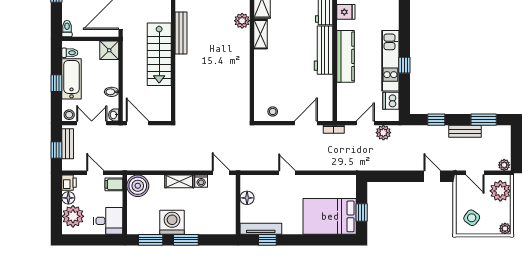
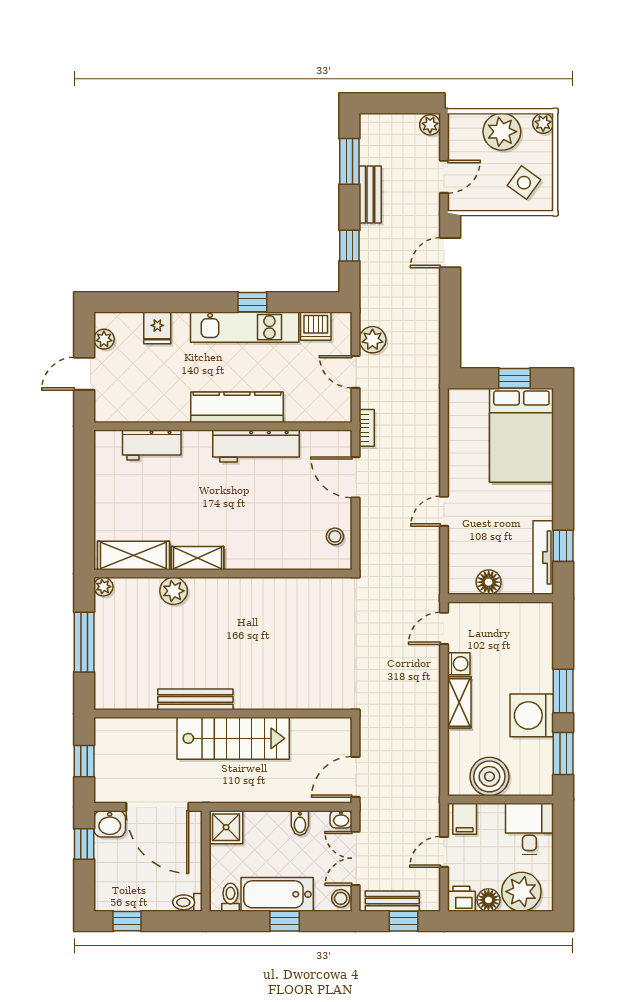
fridge: (346, 12) -> (157, 328), moved, turned 180
workbench: (324, 50) -> (256, 446), moved
boiler: (138, 186) -> (489, 776), moved
plant: (500, 191) -> (502, 132), moved

